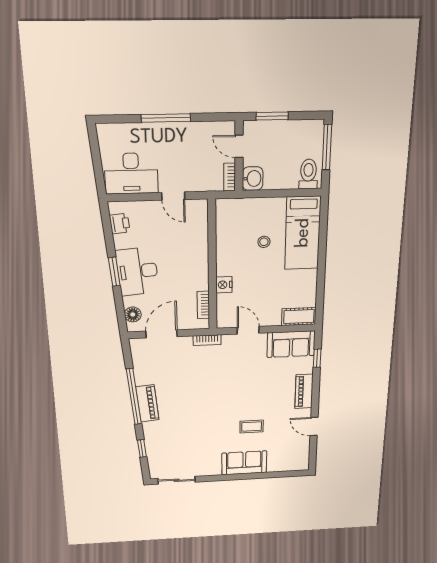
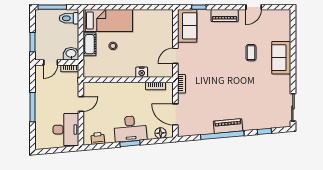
cot: (299, 317) -> (90, 44), moved

